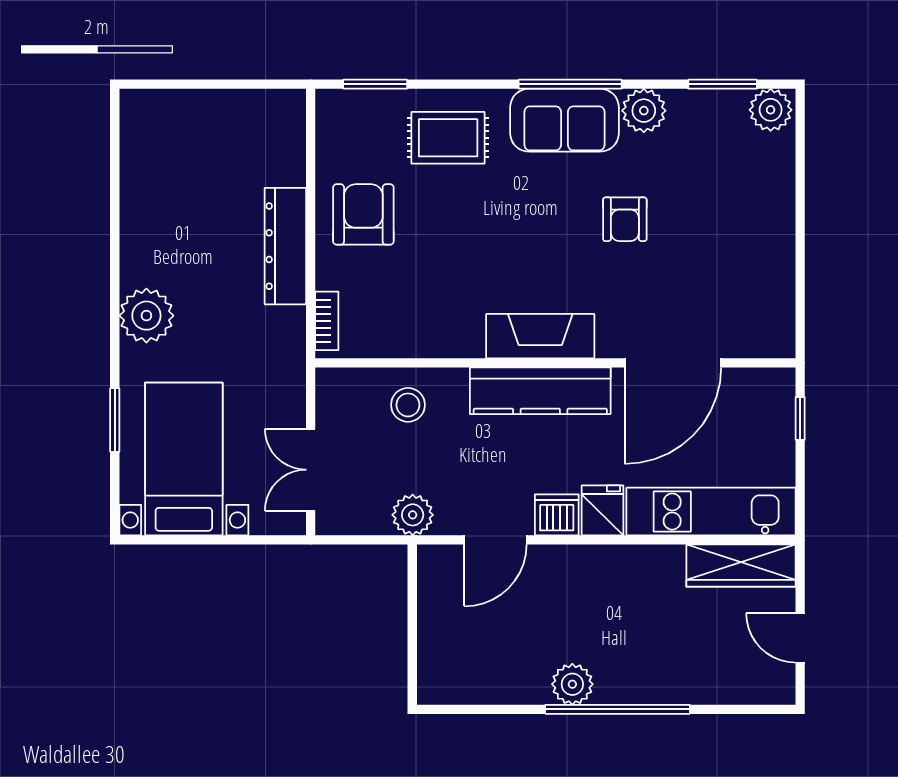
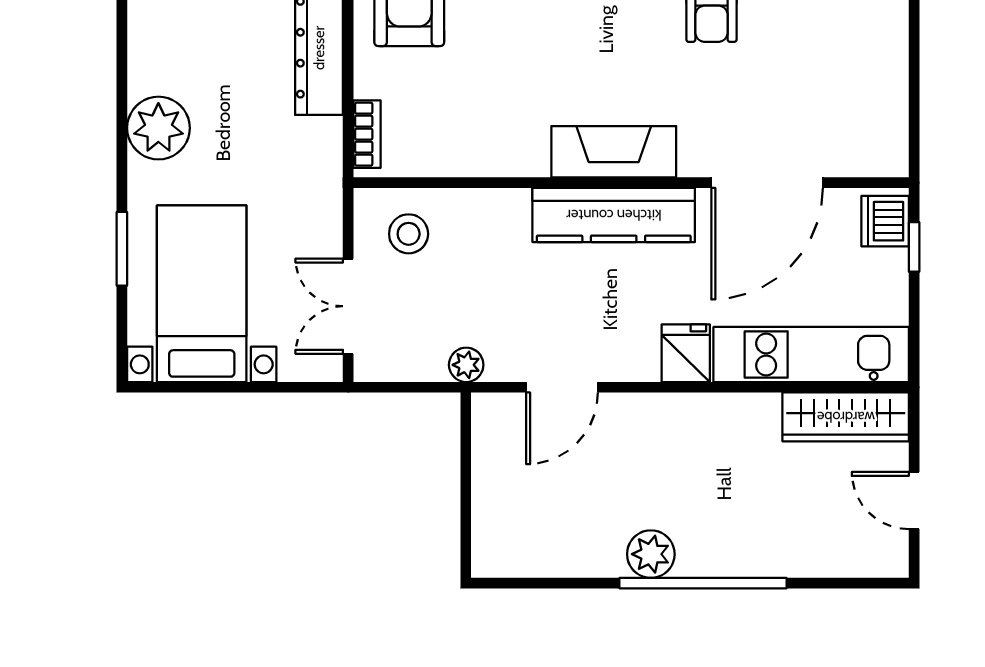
stool: (408, 405) -> (409, 234), moved
plant: (413, 515) -> (466, 365), width x0.73, depth x0.73
dishwasher: (557, 515) -> (885, 221), moved, turned -90

